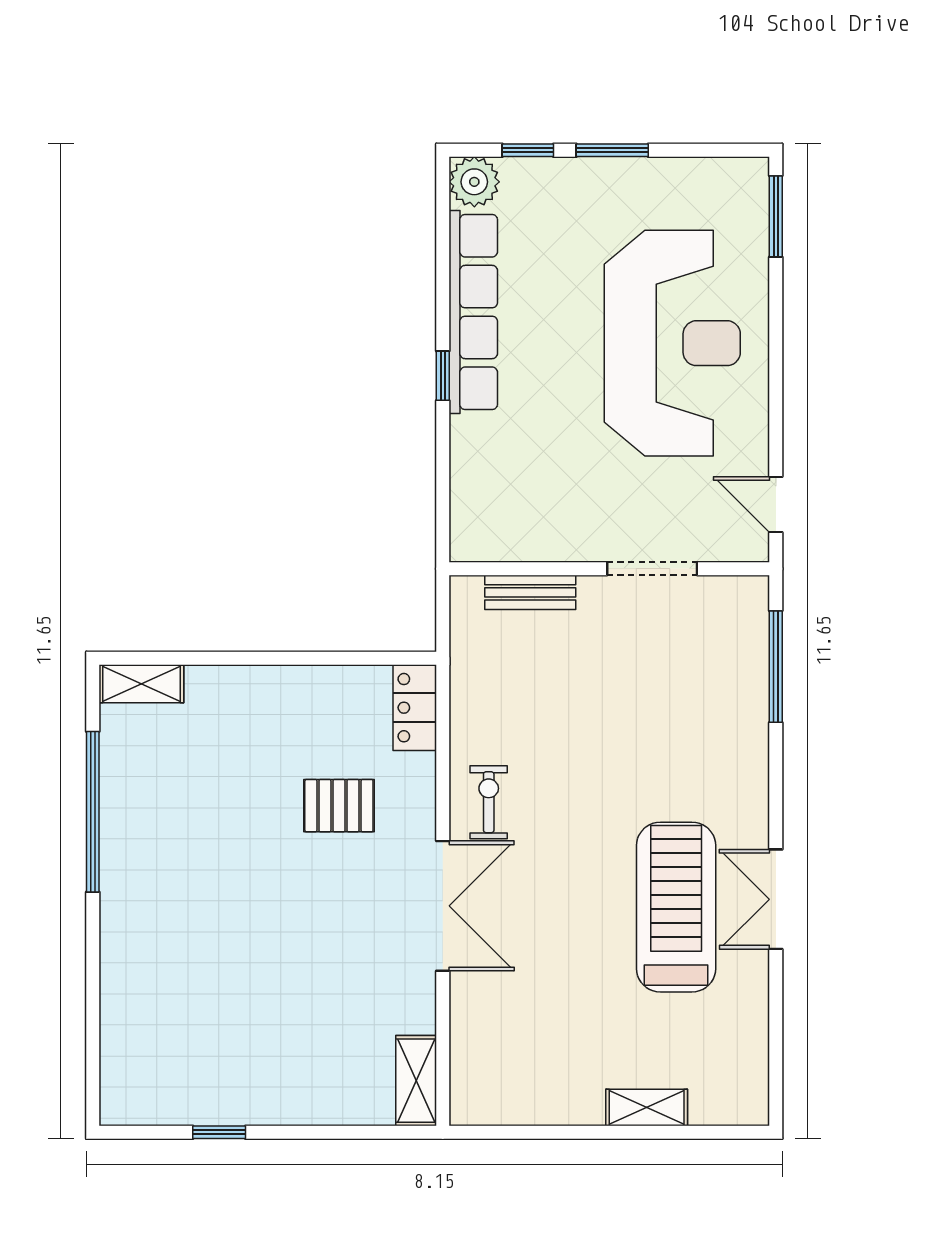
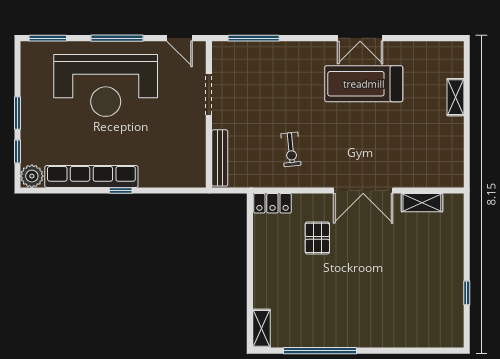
reception desk: (672, 343) -> (106, 85), turned 180
window: (776, 368) -> (117, 38), added
door: (776, 504) -> (180, 38), hinge flipped
bench: (530, 592) -> (220, 158), width x1.36
exercise bike: (489, 802) -> (291, 149), moved, turned -96
double door: (443, 906) -> (363, 190), swing flipped
shelving: (416, 1081) -> (422, 203), moved

